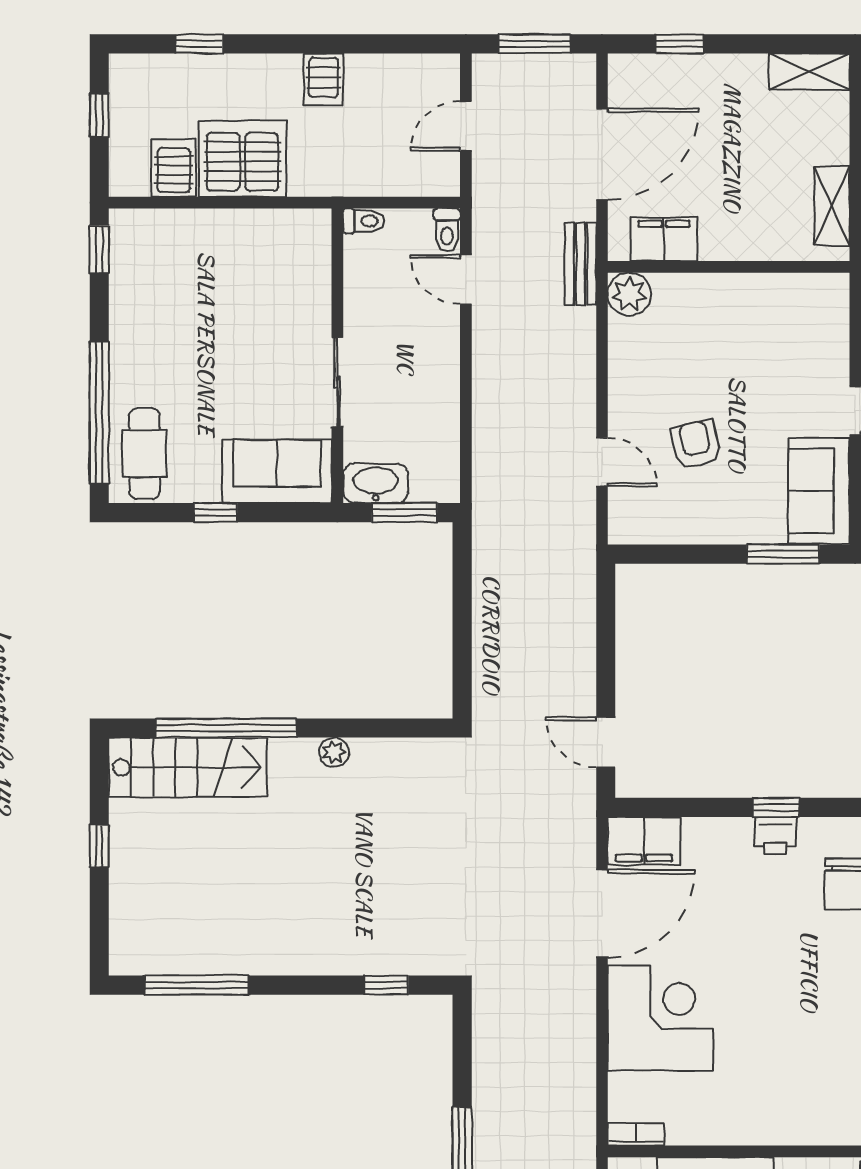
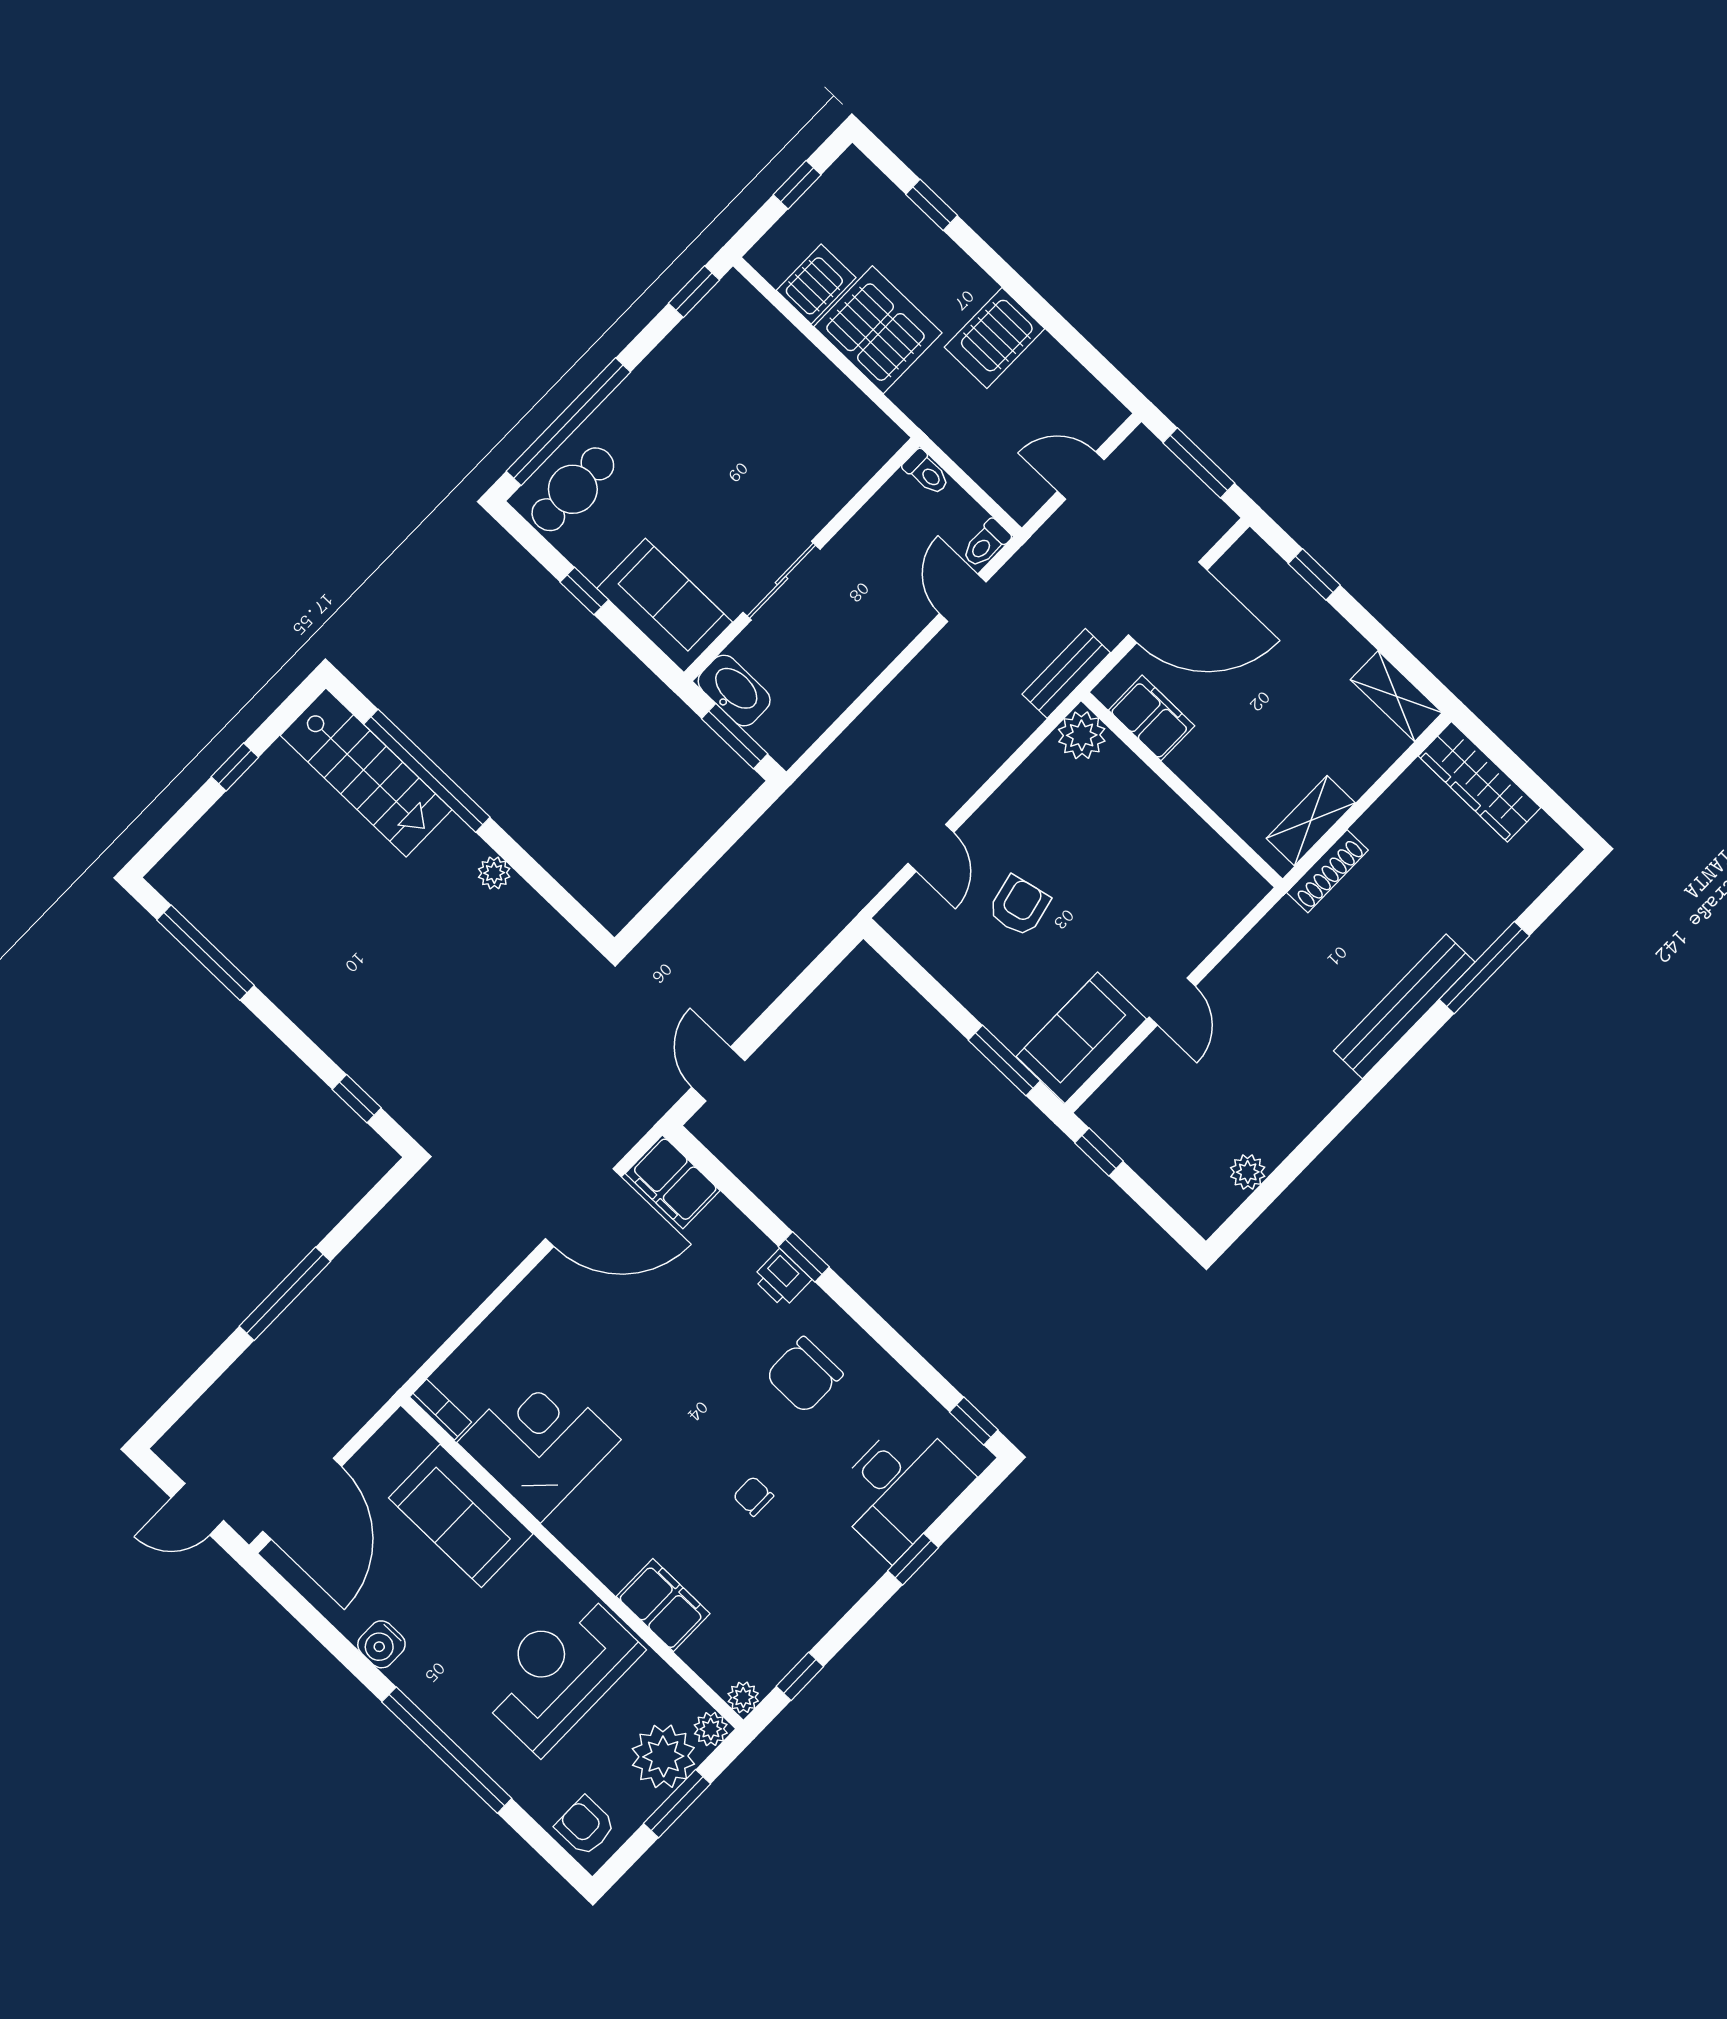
server rack: (323, 79) -> (994, 338), width x1.36, depth x1.44
corner desk: (660, 1018) -> (539, 1441), moved, turned -90

